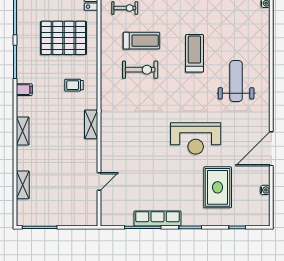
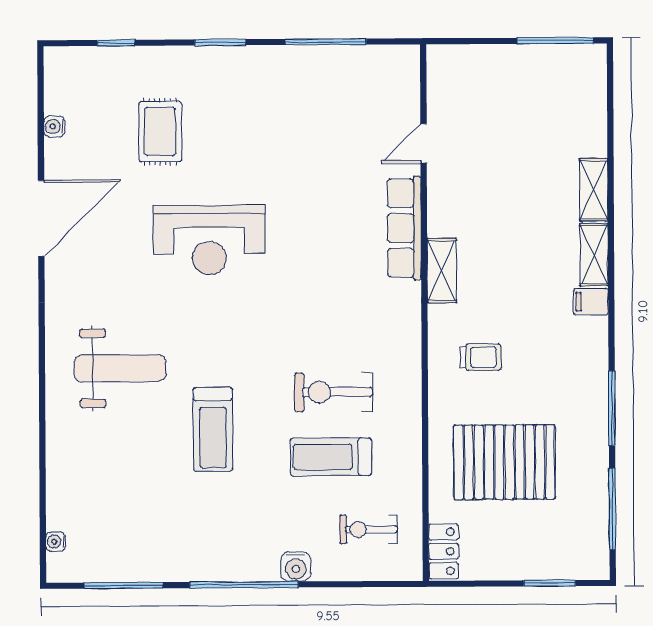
weight bench: (236, 81) -> (120, 368), turned -90
filing cabinet: (24, 90) -> (591, 302), moved
reception desk: (196, 138) -> (209, 240), turned 180
shelving: (23, 185) -> (594, 190), moved
rug: (218, 187) -> (160, 132), width x0.73, depth x0.70
row of seats: (157, 218) -> (404, 228), moved, turned 90

